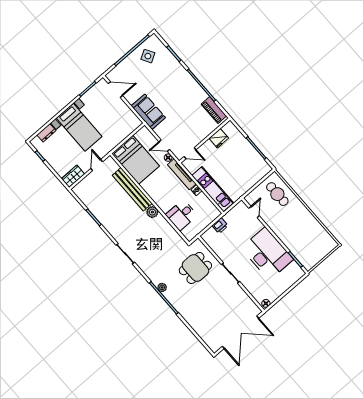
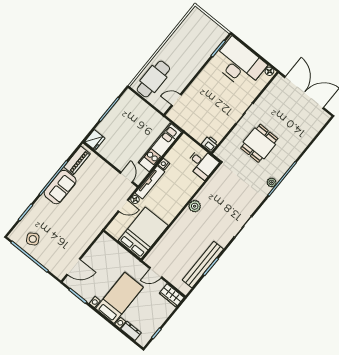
door: (115, 90) -> (74, 267), swing flipped
sofa: (148, 112) -> (60, 187), moved, turned 180
fridge: (219, 138) -> (95, 140), moved, turned 90
door: (164, 146) -> (123, 206), hinge flipped
bench: (132, 189) -> (203, 265), moved
cafe table: (277, 194) -> (153, 79), width x1.37, depth x1.35
desk: (182, 215) -> (202, 163), moved
printer: (220, 226) -> (210, 144), moved
desk: (267, 254) -> (239, 64), moved, turned 90
dining table: (195, 268) -> (259, 143), moved, turned 90

